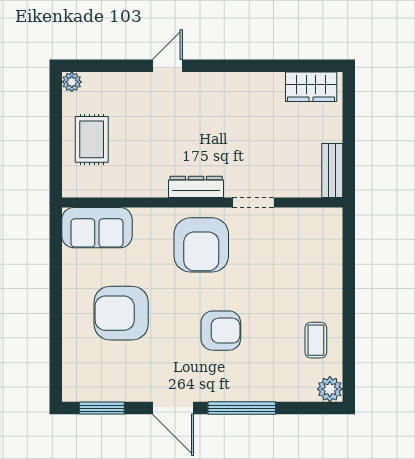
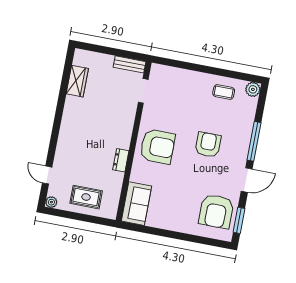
door: (167, 66) -> (47, 175), moved
wardrobe: (311, 87) -> (77, 81), moved
dresser: (196, 187) -> (121, 160), moved, width x0.70
doorway: (253, 202) -> (143, 91), moved
armchair: (121, 313) -> (216, 211), moved

